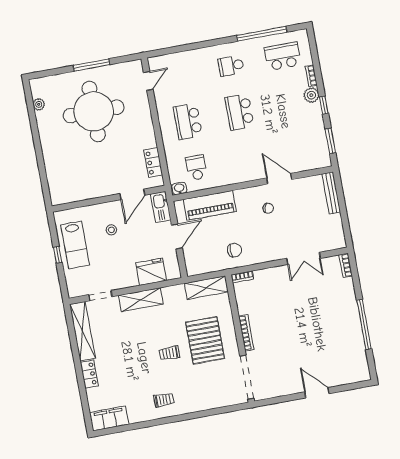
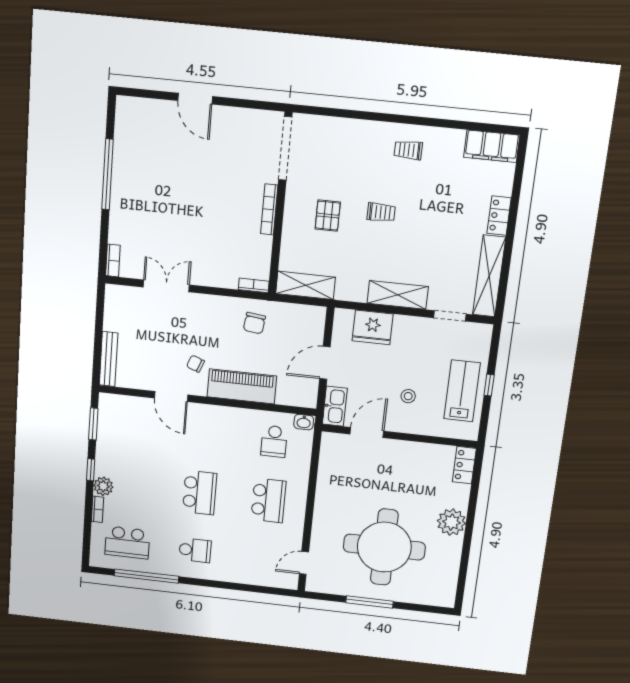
plant: (39, 104) -> (452, 522), moved, width x1.88, depth x1.88
locker: (153, 162) -> (464, 465), moved, turned 180
piano: (210, 205) -> (242, 386), moved
chair: (234, 250) -> (254, 323), turned -83
pallet: (205, 340) -> (328, 216), width x0.49, depth x0.50

